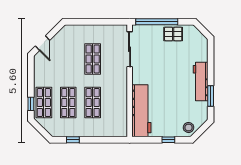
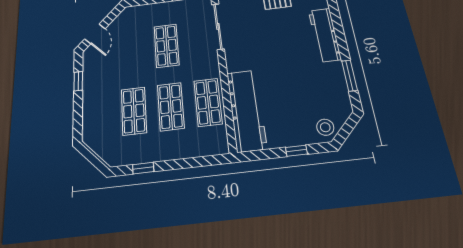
workbench: (201, 82) -> (325, 35), moved
shop shelf: (44, 103) -> (208, 102), moved
window: (31, 104) -> (78, 81), moved

